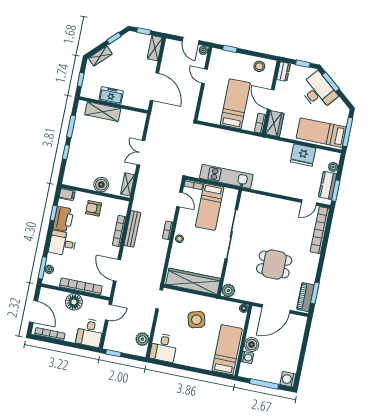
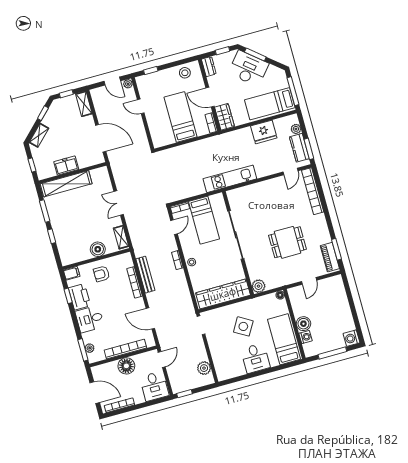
shelving: (103, 112) -> (66, 184), width x1.47
kitchen unit: (226, 176) -> (230, 179), moved
door: (179, 199) -> (174, 227), hinge flipped
door: (276, 309) -> (309, 281), width x0.53
side table: (196, 320) -> (243, 326), turned 45
desk: (164, 348) -> (255, 358), moved

